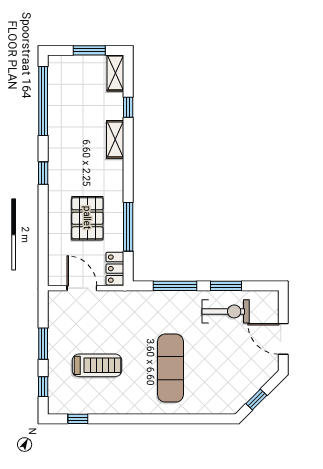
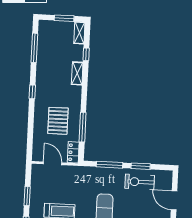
window: (43, 101) -> (34, 48), width x0.68
exercise bike: (226, 311) -> (140, 182), turned 180

